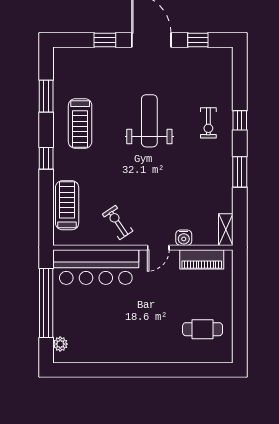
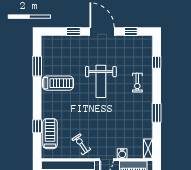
window: (240, 120) -> (157, 62), moved
weight bench: (149, 121) -> (101, 81), turned 180
treadmill: (80, 124) -> (58, 83), turned -90
window: (46, 158) -> (37, 126), moved

